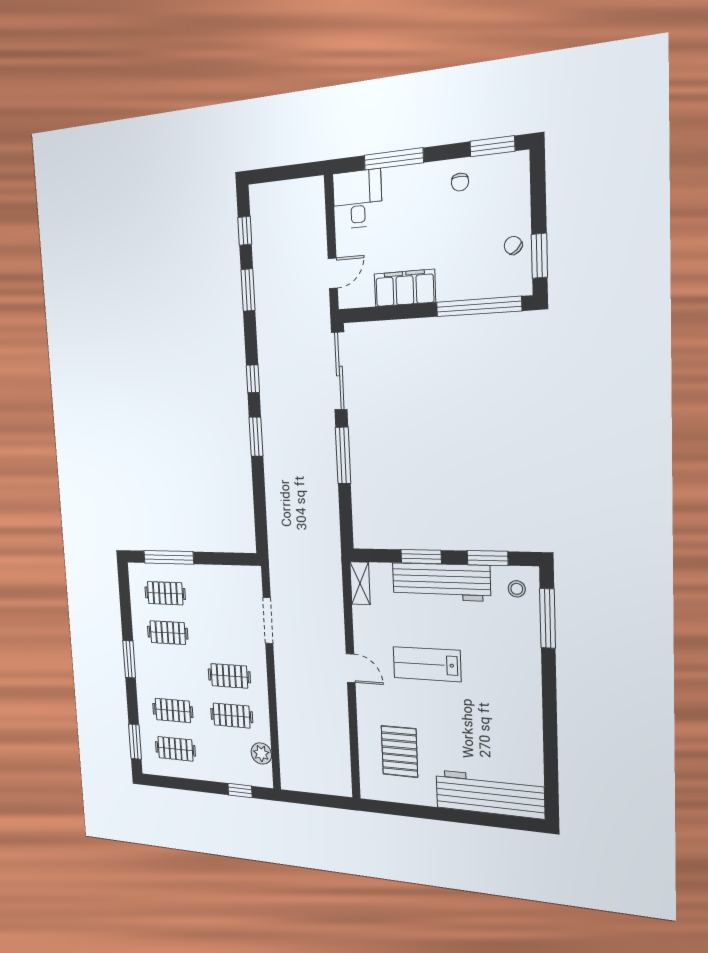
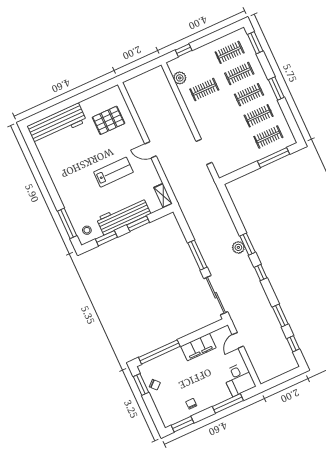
plant: (272, 438) -> (238, 247), added
clothes rail: (229, 676) -> (249, 95), moved
pallet: (399, 751) -> (109, 120), turned 90

